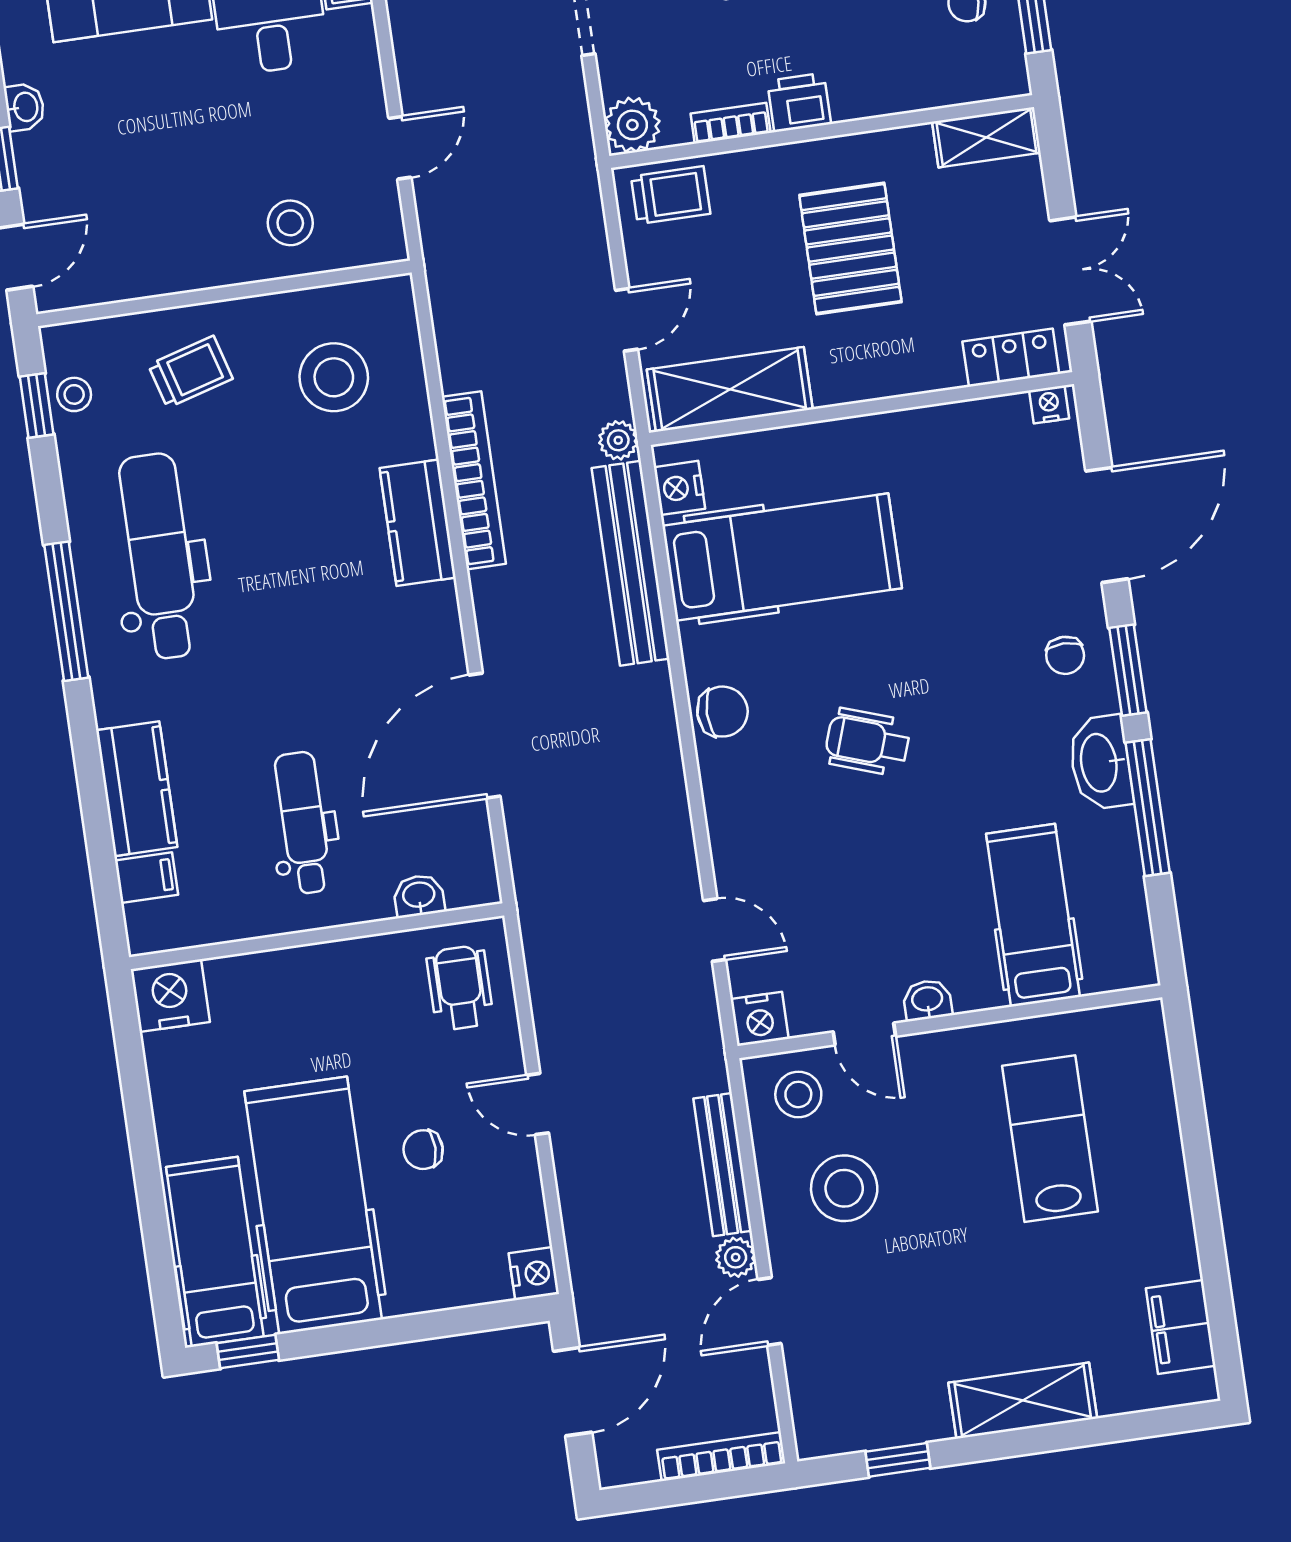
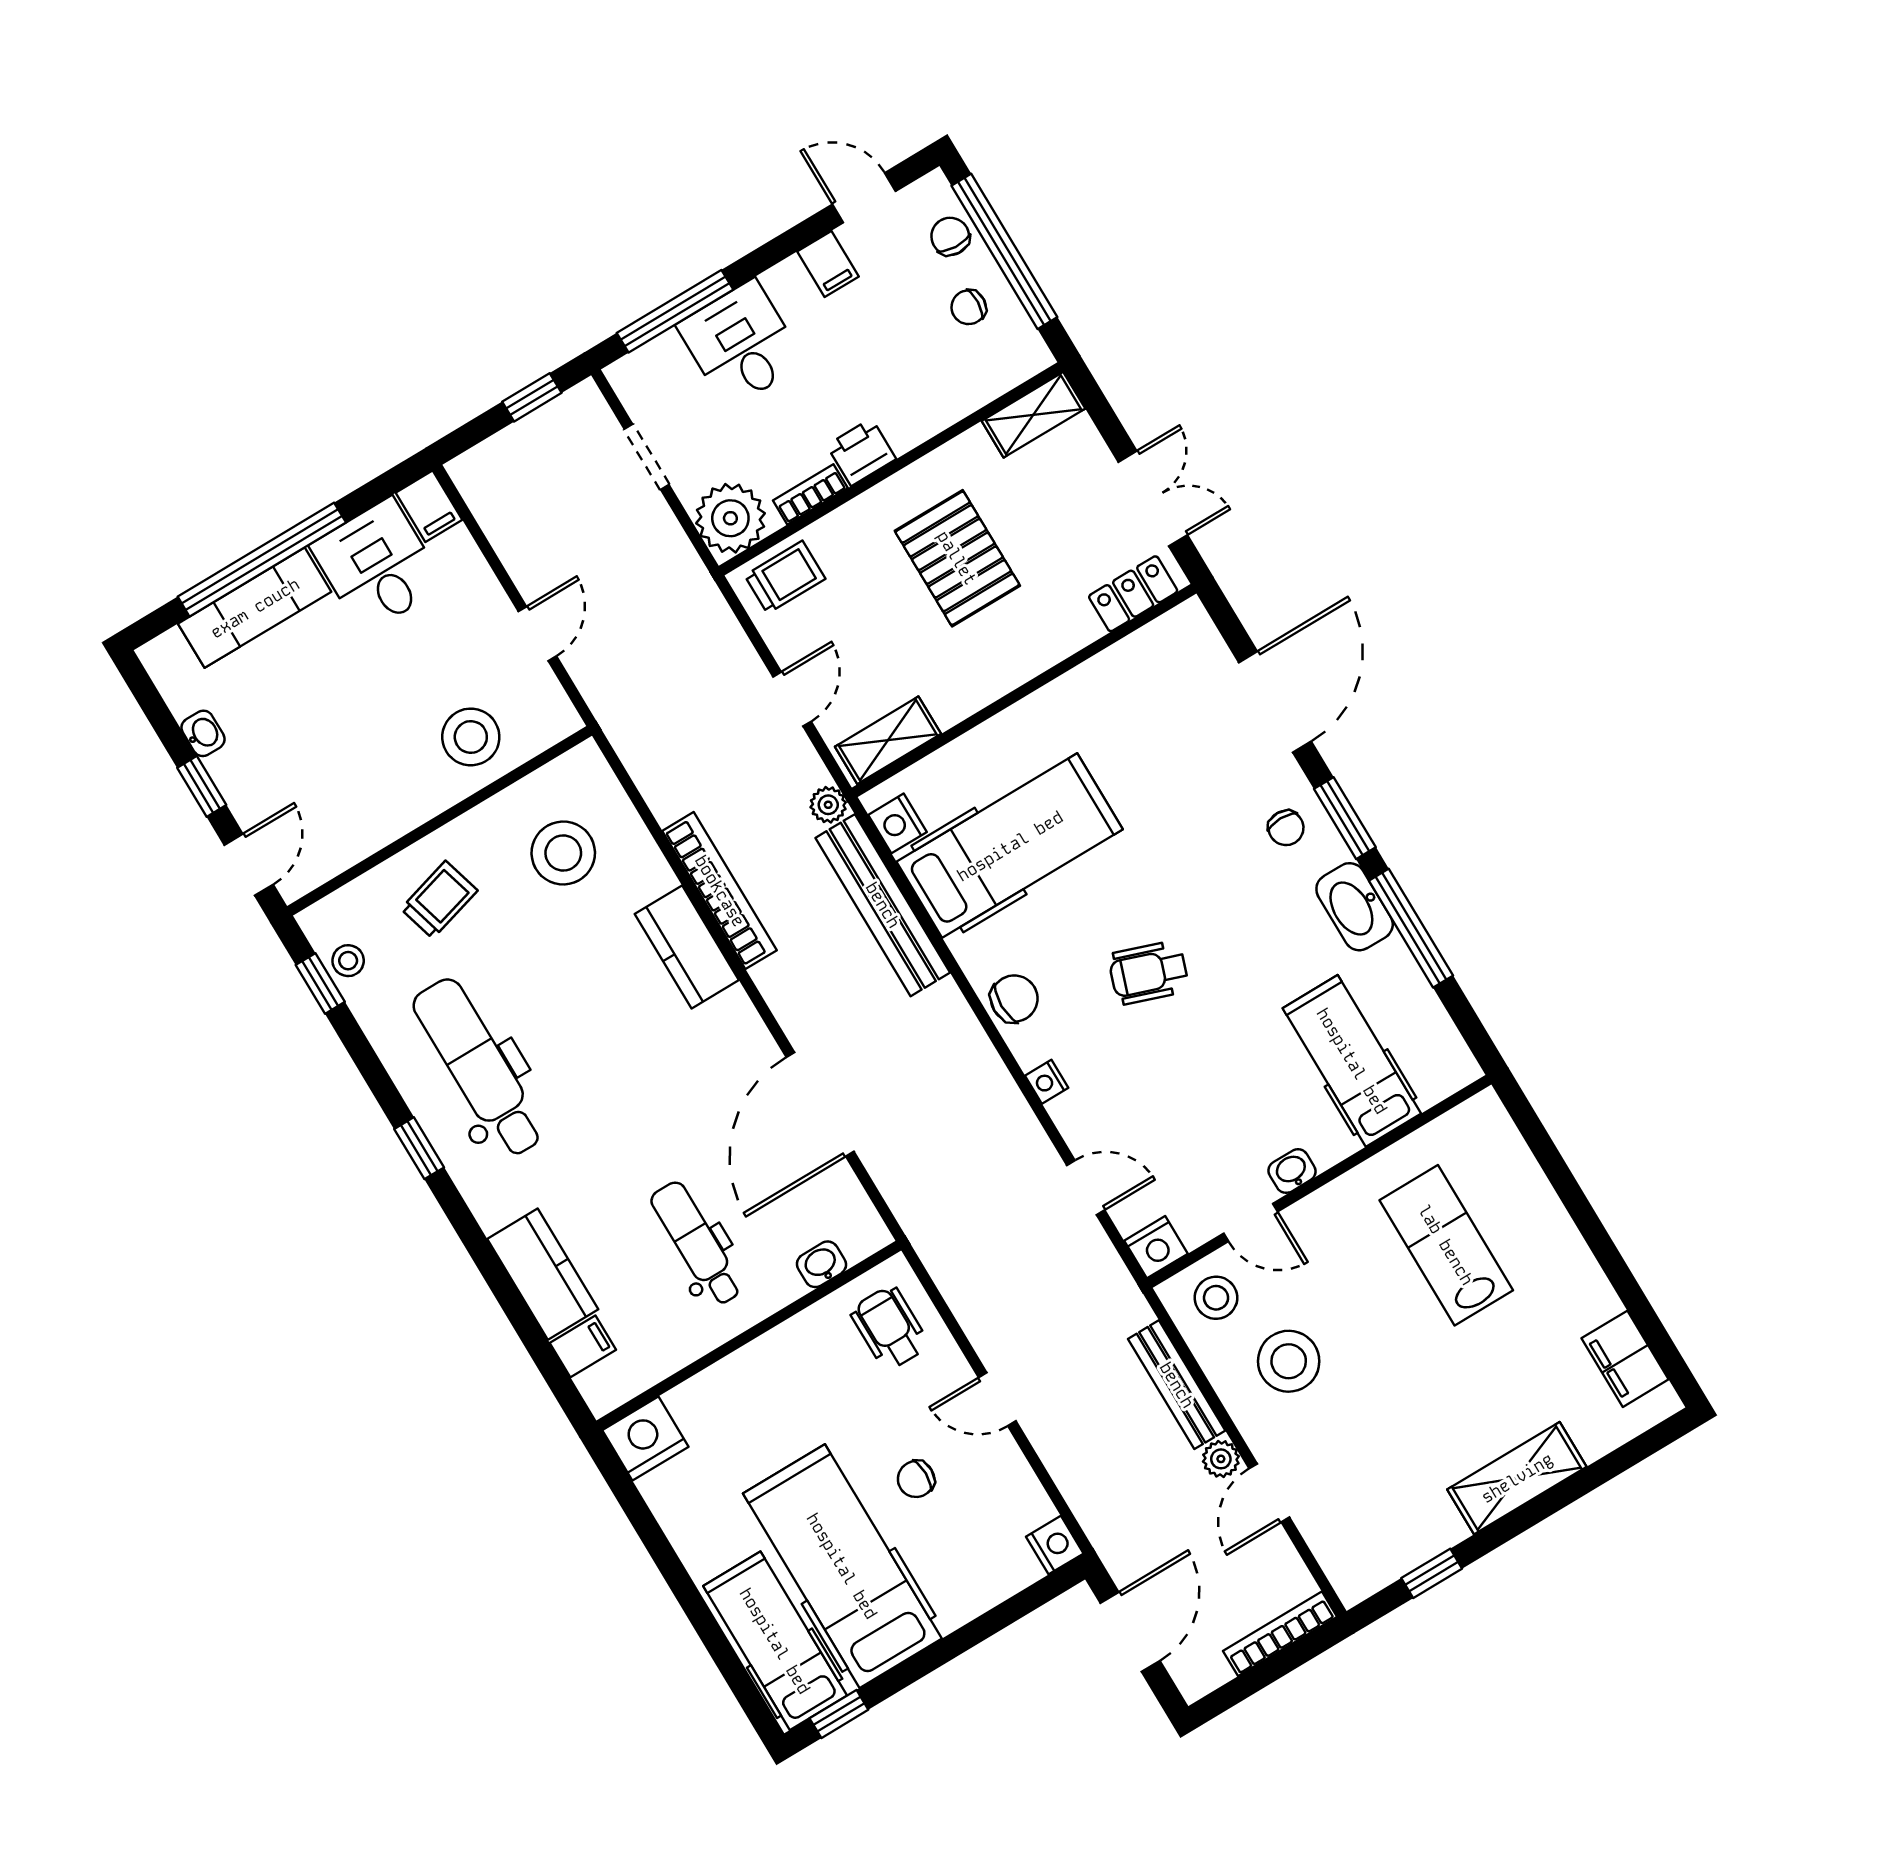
plant: (632, 125) -> (730, 518), width x1.36, depth x1.36
stool: (290, 223) -> (471, 737), width x1.38, depth x1.38
shelving: (730, 389) -> (888, 740), width x0.67, depth x0.75
nightstand: (1049, 404) -> (1047, 1082), moved, turned -90
window: (66, 611) -> (419, 1148), width x0.46

